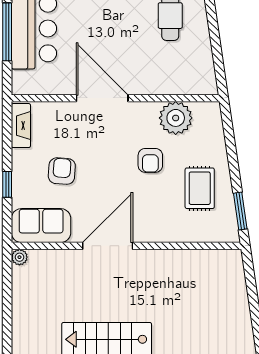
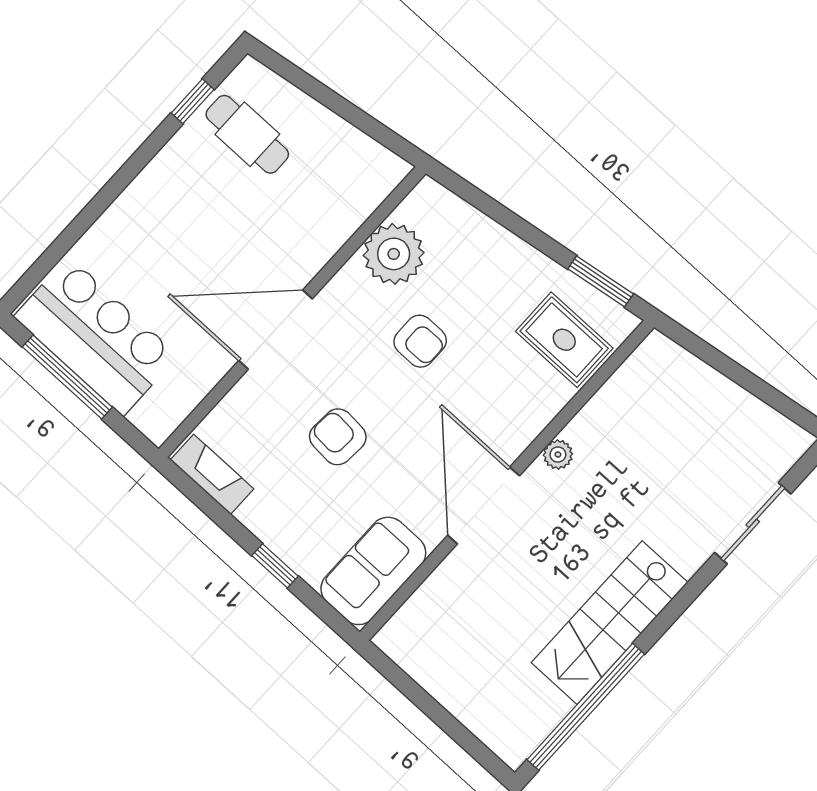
armchair: (62, 171) -> (338, 437), moved
rug: (200, 188) -> (564, 340), moved
plant: (19, 257) -> (558, 455), moved

